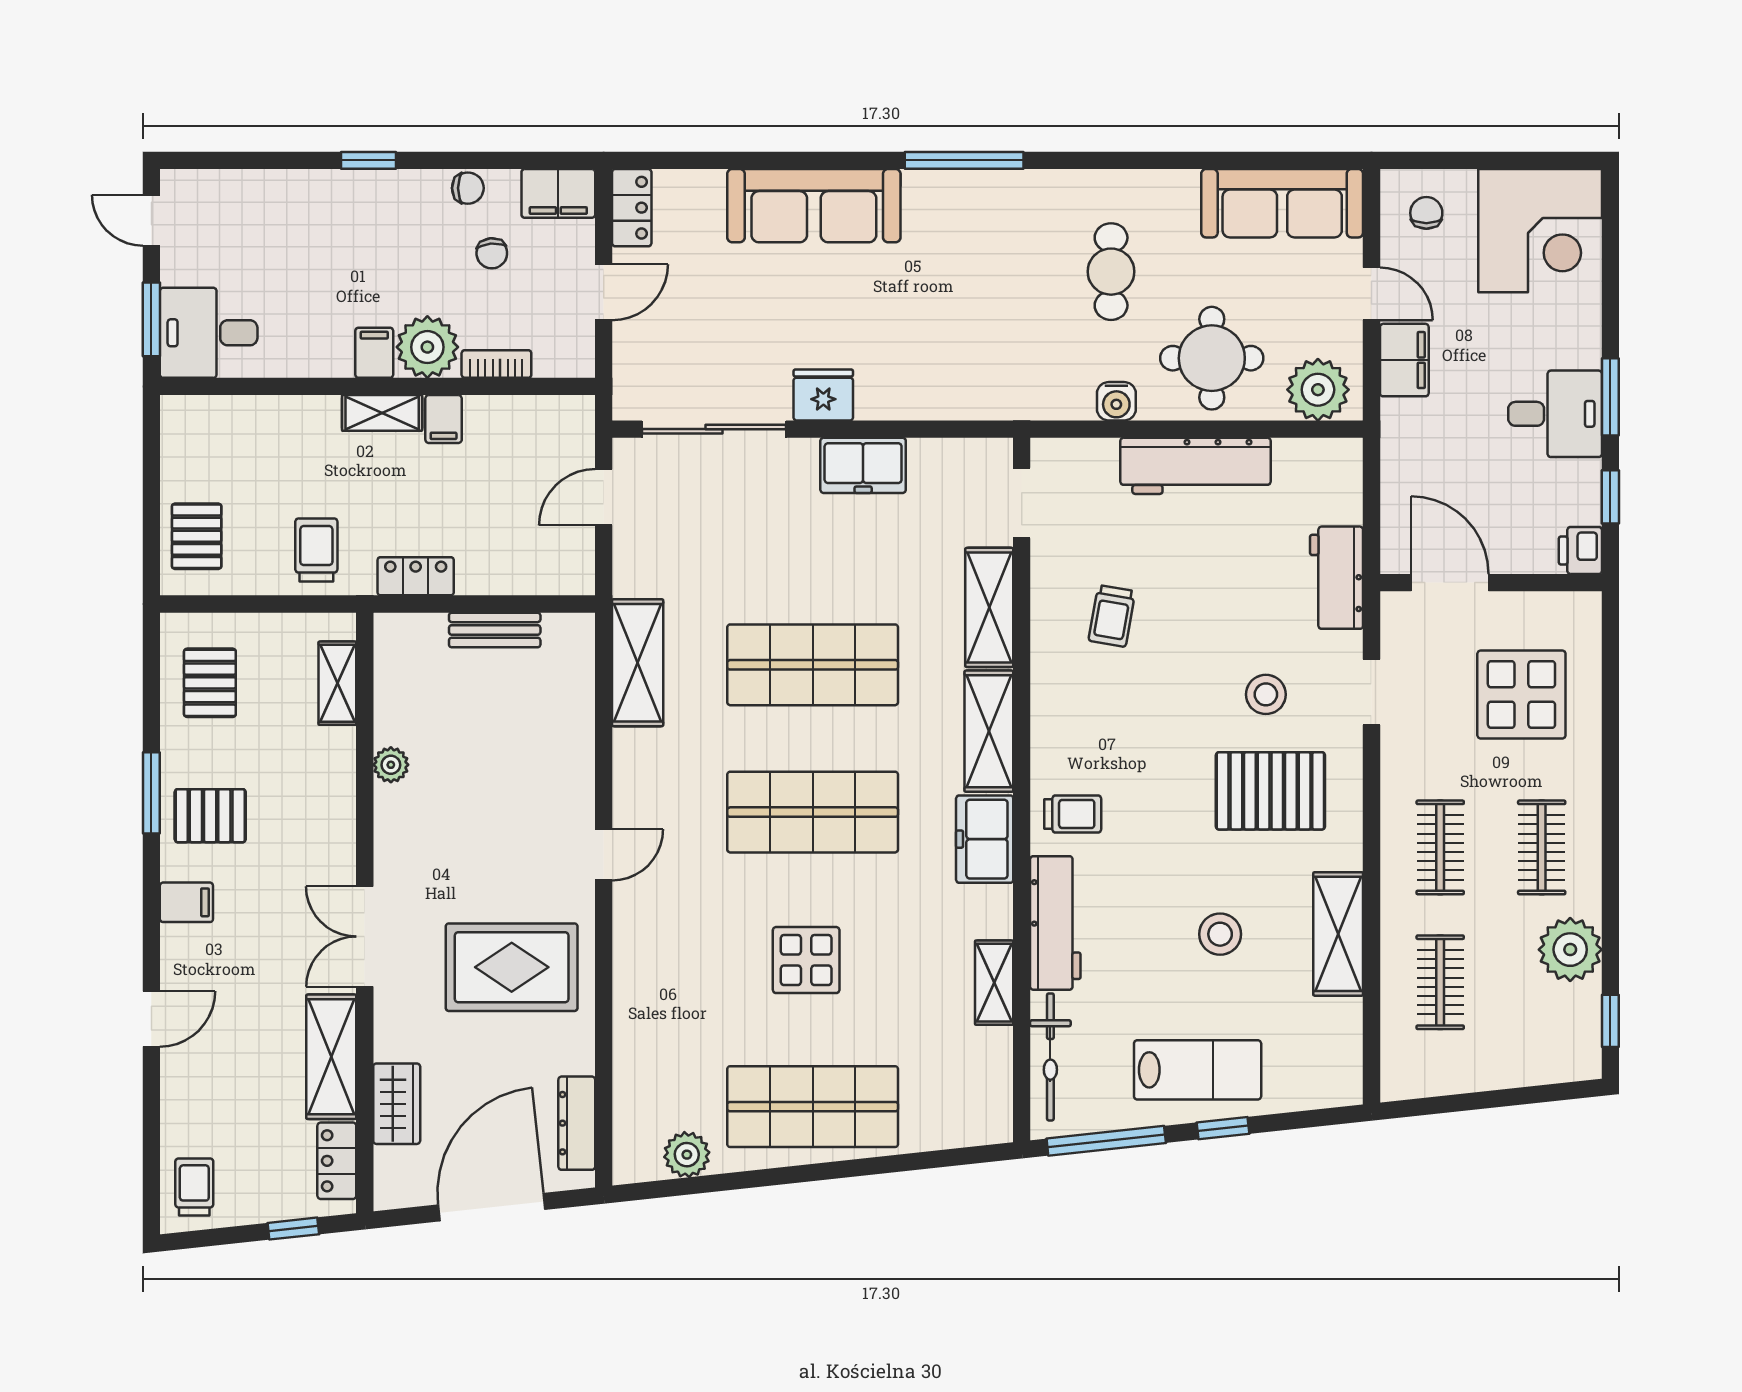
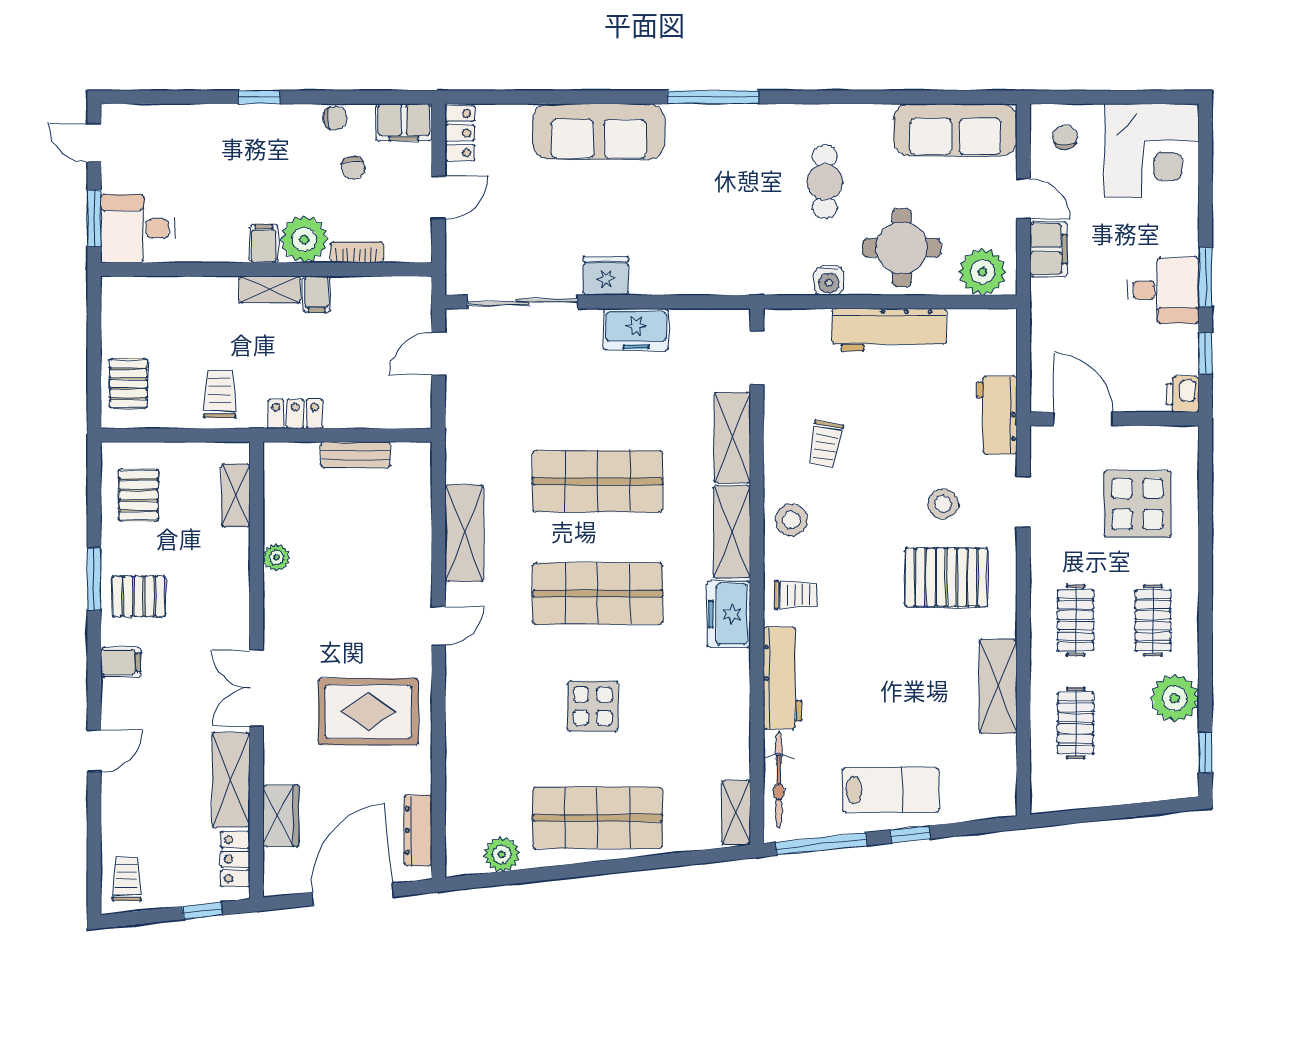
shelving: (638, 663) -> (464, 533), moved
stool: (1220, 934) -> (791, 520), moved
shelving: (994, 983) -> (736, 812), moved

